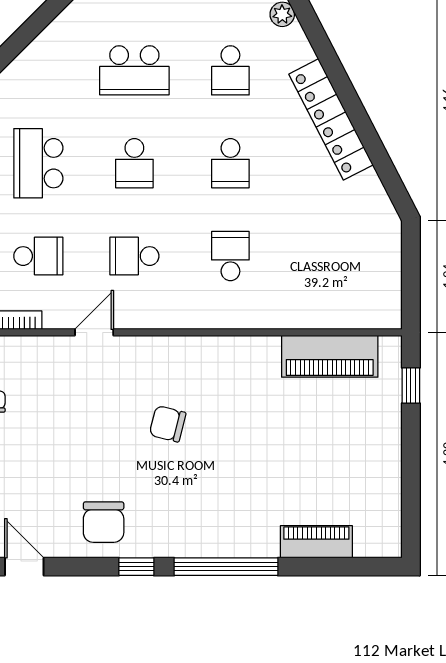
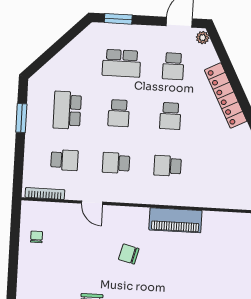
school desk: (230, 256) -> (168, 166), turned -90
door: (94, 332) -> (92, 203), swing flipped
piano: (330, 356) -> (175, 220), moved

